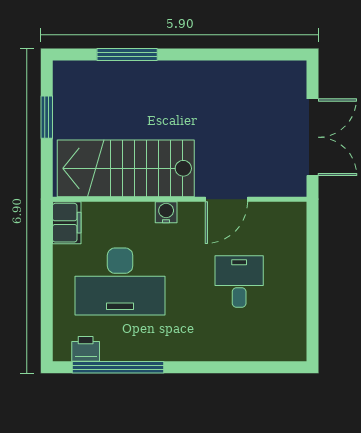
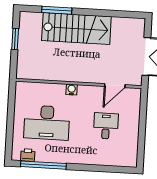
stairs: (126, 168) -> (76, 29), moved, turned 180
door: (226, 199) -> (115, 86), moved
filing cabinet: (67, 223) -> (22, 92), removed

